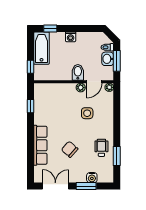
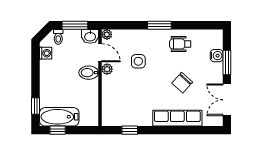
washing machine: (71, 37) -> (46, 53), moved
washbasin: (108, 59) -> (90, 36), moved
window: (30, 67) -> (58, 130), moved
window: (117, 156) -> (159, 25), moved

